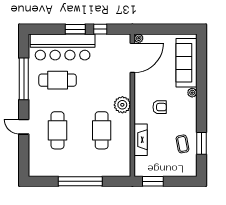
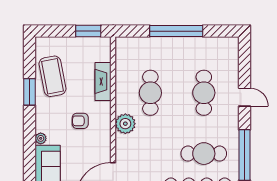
window: (202, 143) -> (29, 92), moved
coffee table: (182, 144) -> (53, 76), width x1.86, depth x1.72

